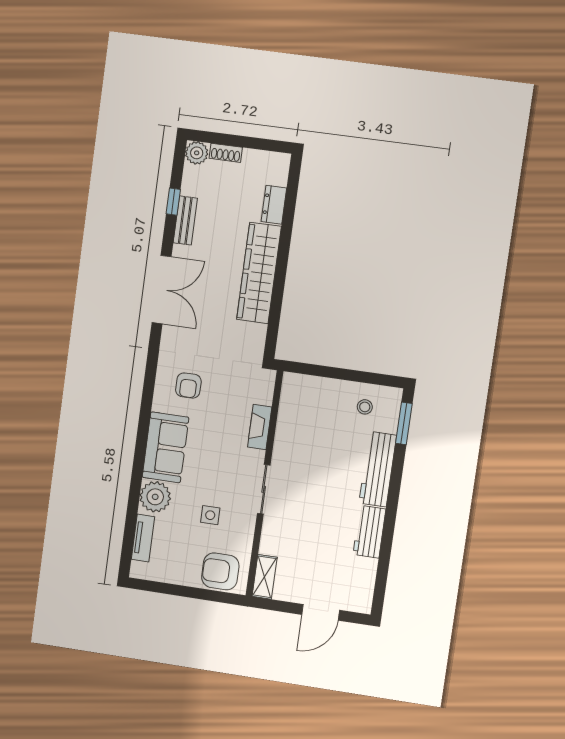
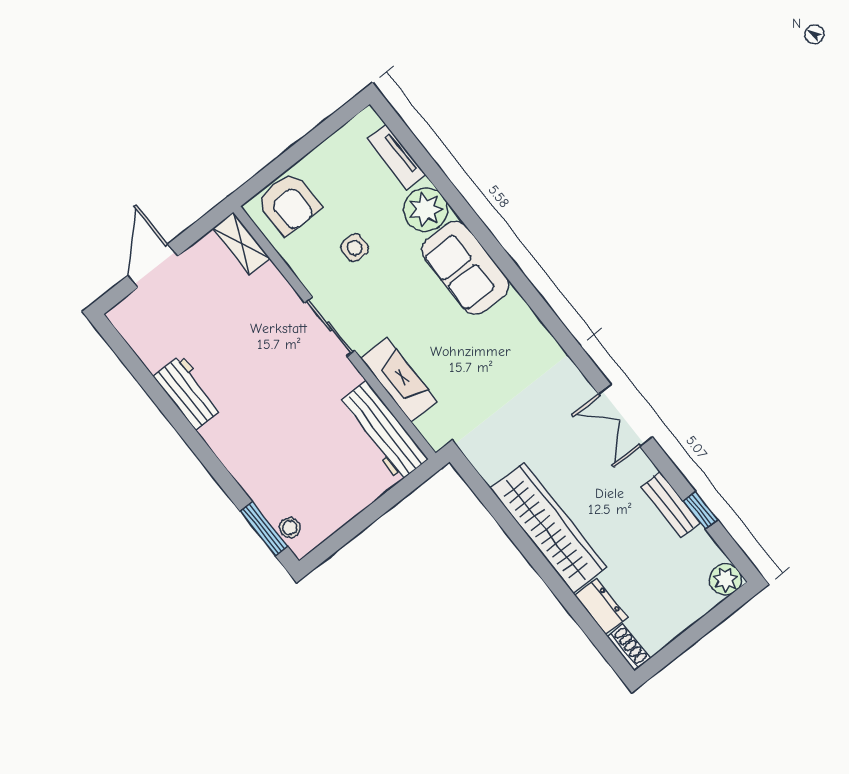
shoe rack: (226, 153) -> (629, 647), moved, turned 90
double door: (162, 290) -> (625, 415), width x0.73
armchair: (188, 386) -> (505, 350), removed
stool: (365, 407) -> (290, 528), moved
fireplace: (260, 427) -> (399, 380), width x1.37, depth x1.32
workbench: (378, 469) -> (383, 431), moved, turned 180
armchair: (220, 571) -> (289, 204), turned 90

